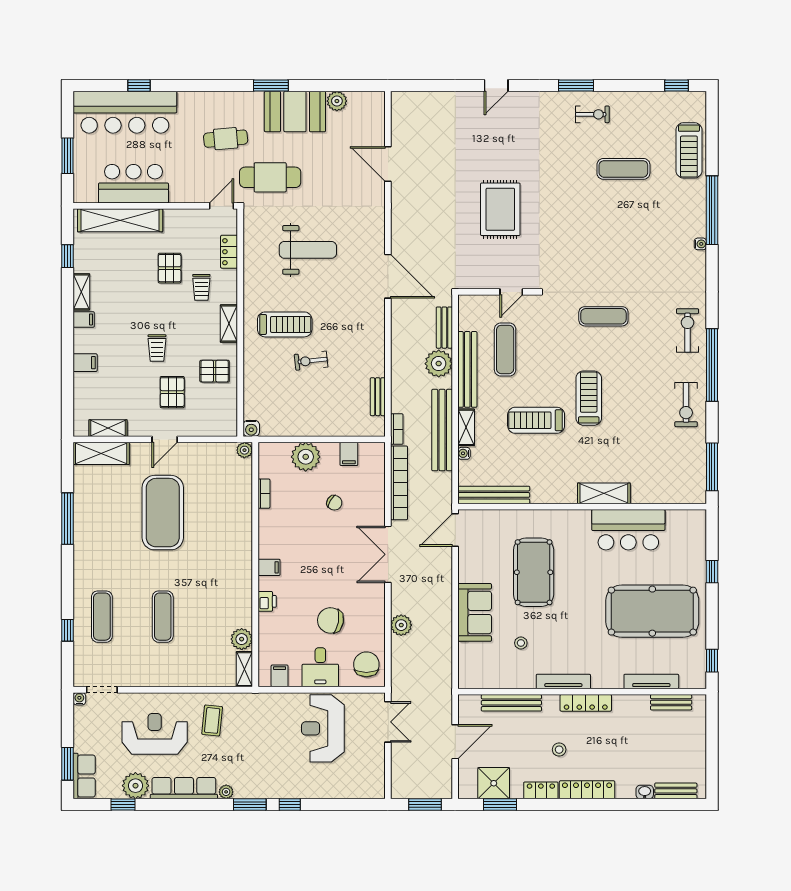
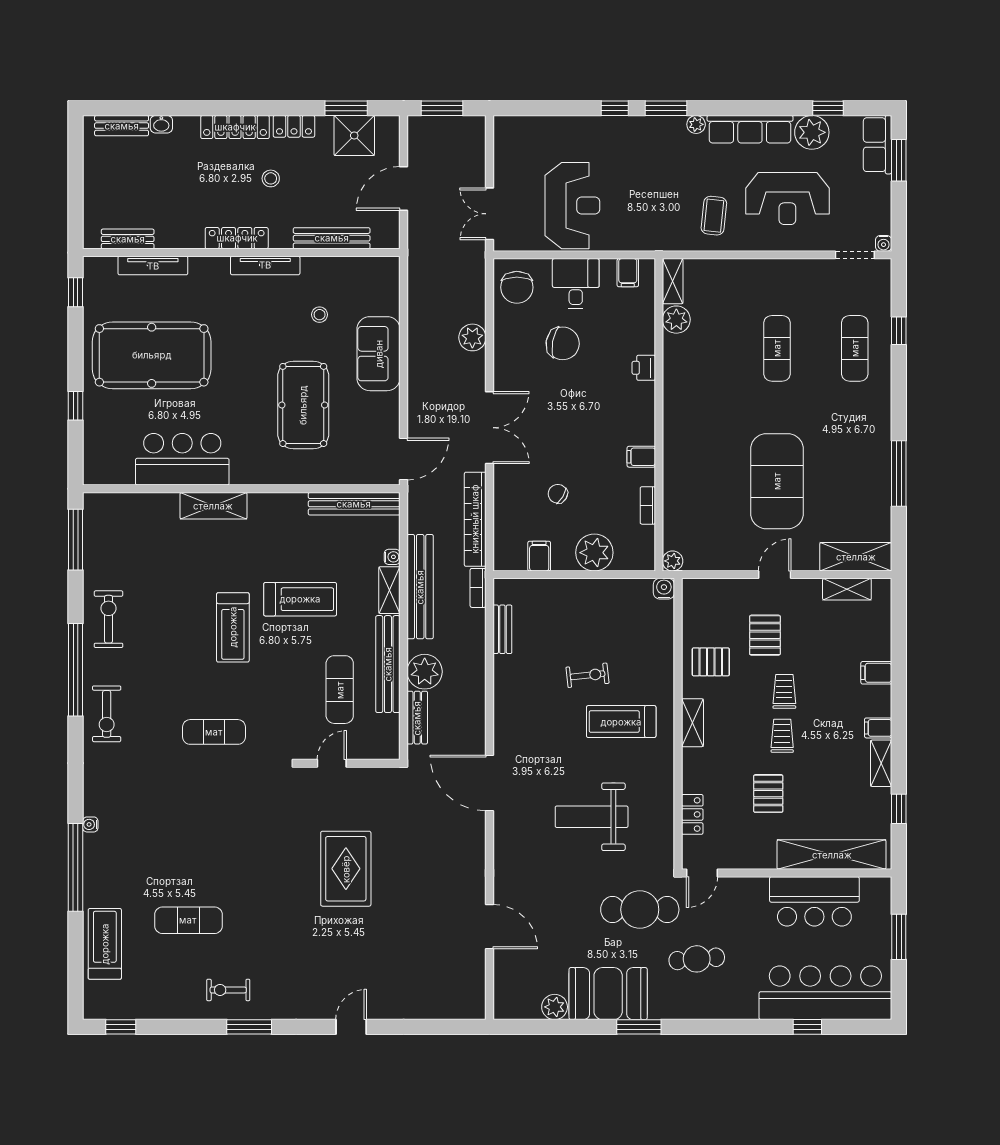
trolley: (201, 287) -> (782, 736), moved
filing cabinet: (269, 567) -> (641, 457), moved

